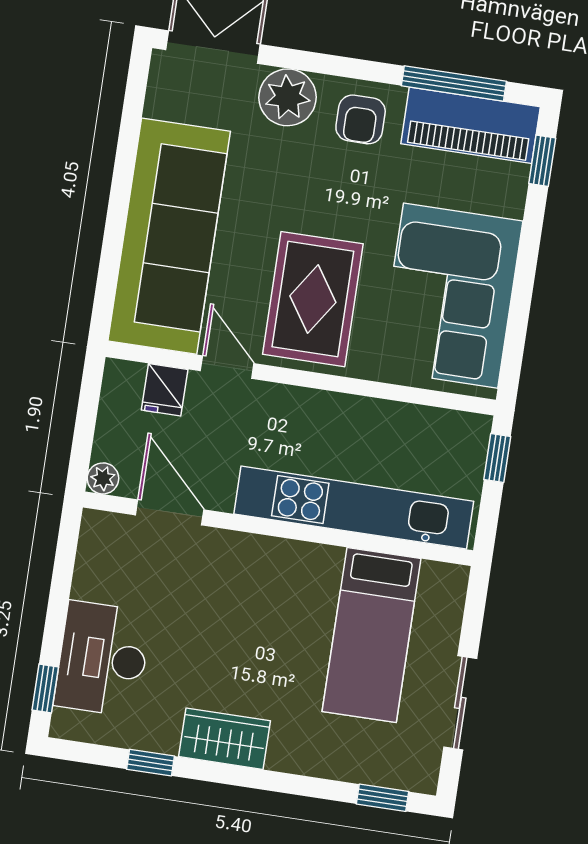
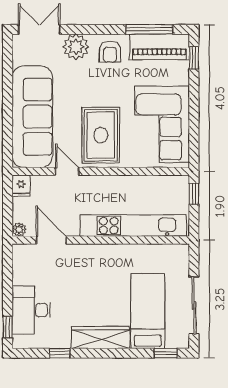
fridge: (165, 390) -> (21, 186), moved
bed: (372, 635) -> (148, 311), moved, turned 180
sliding door: (460, 703) -> (194, 306), width x1.37
wardrobe: (224, 739) -> (101, 337), width x1.50

